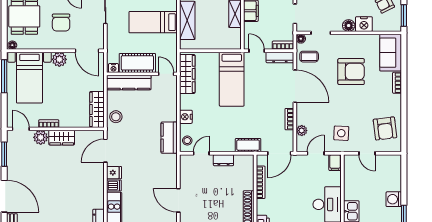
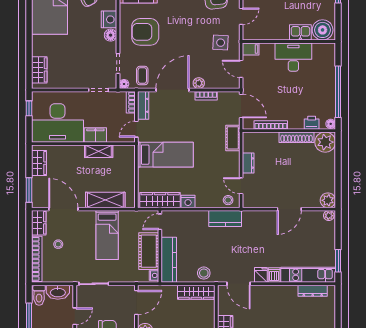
armchair: (351, 72) -> (145, 32), moved, turned -90
nightstand: (186, 117) -> (188, 201), moved
plant: (302, 131) -> (199, 83), moved

